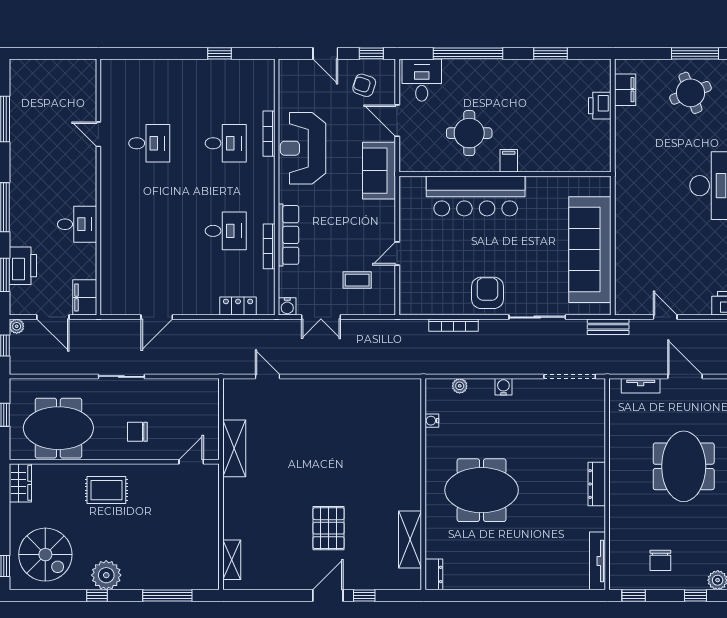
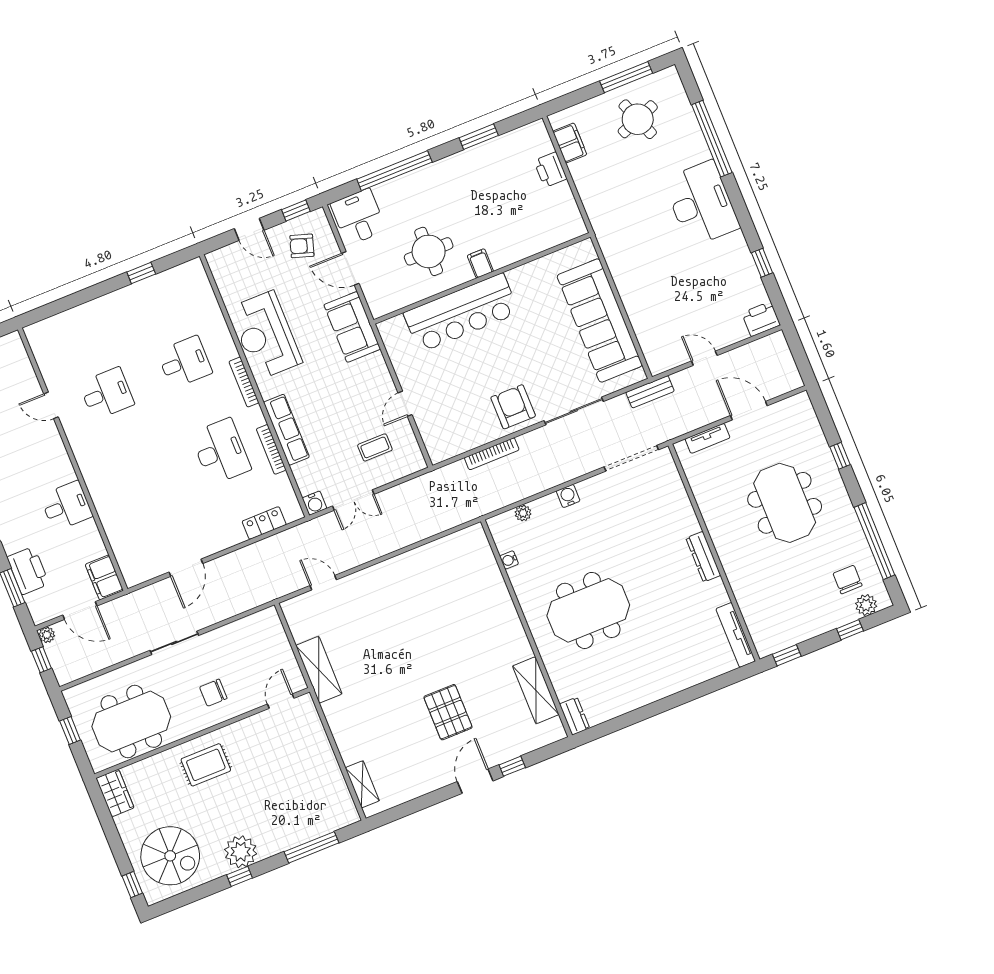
bookcase: (269, 134) -> (244, 382), moved
desk: (226, 231) -> (221, 451), width x1.37
chair: (660, 560) -> (848, 580), moved, turned 180

